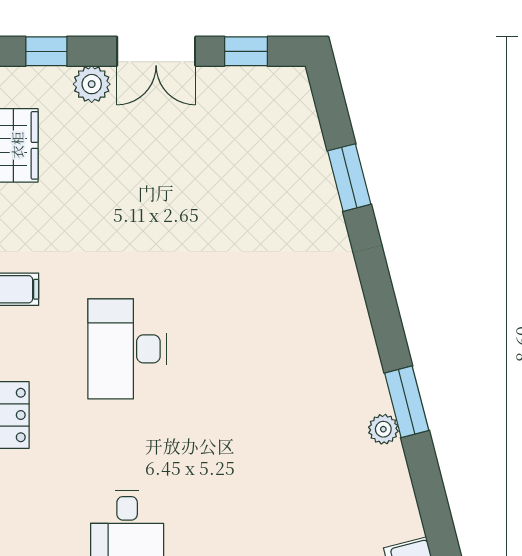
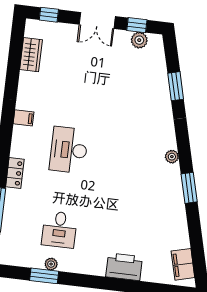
plant: (92, 84) -> (139, 40), moved
plant: (383, 429) -> (172, 157), moved

